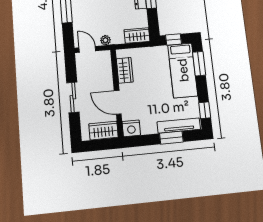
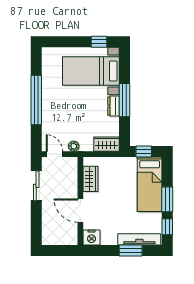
window: (199, 64) -> (167, 199), moved
sliding door: (73, 97) -> (36, 186), moved
wardrobe: (103, 131) -> (64, 237), removed

